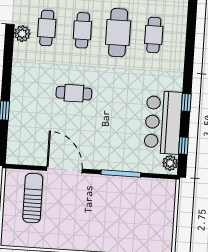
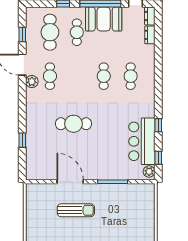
cafe table: (82, 30) -> (77, 76), removed
cafe table: (118, 33) -> (104, 76), width x0.73, depth x0.74
cafe table: (74, 93) -> (73, 124), width x1.37, depth x1.35
sun lounger: (33, 198) -> (76, 210), moved, turned 90

